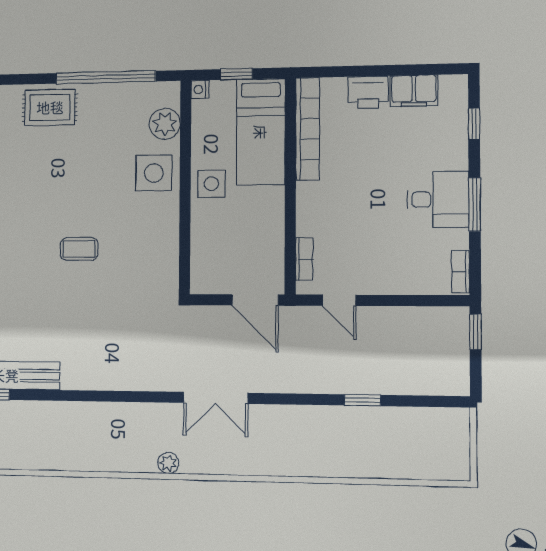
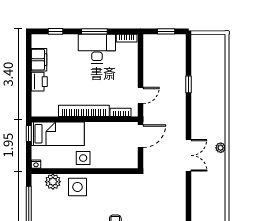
window: (236, 74) -> (29, 133), moved
bookcase: (308, 129) -> (84, 111), moved
desk: (438, 199) -> (97, 49), width x1.37
window: (475, 332) -> (166, 31), moved
plant: (168, 463) -> (221, 148), moved

